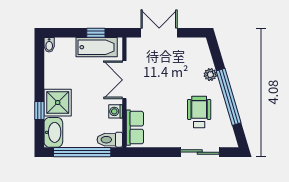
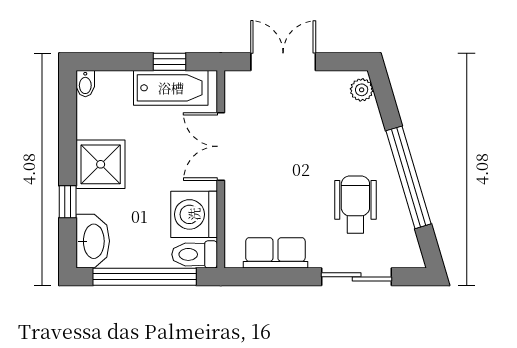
plant: (210, 75) -> (362, 90), moved
shower: (58, 103) -> (101, 164), moved
washing machine: (116, 111) -> (194, 214), width x1.89, depth x1.89
row of seats: (135, 128) -> (275, 253), moved, turned -90

